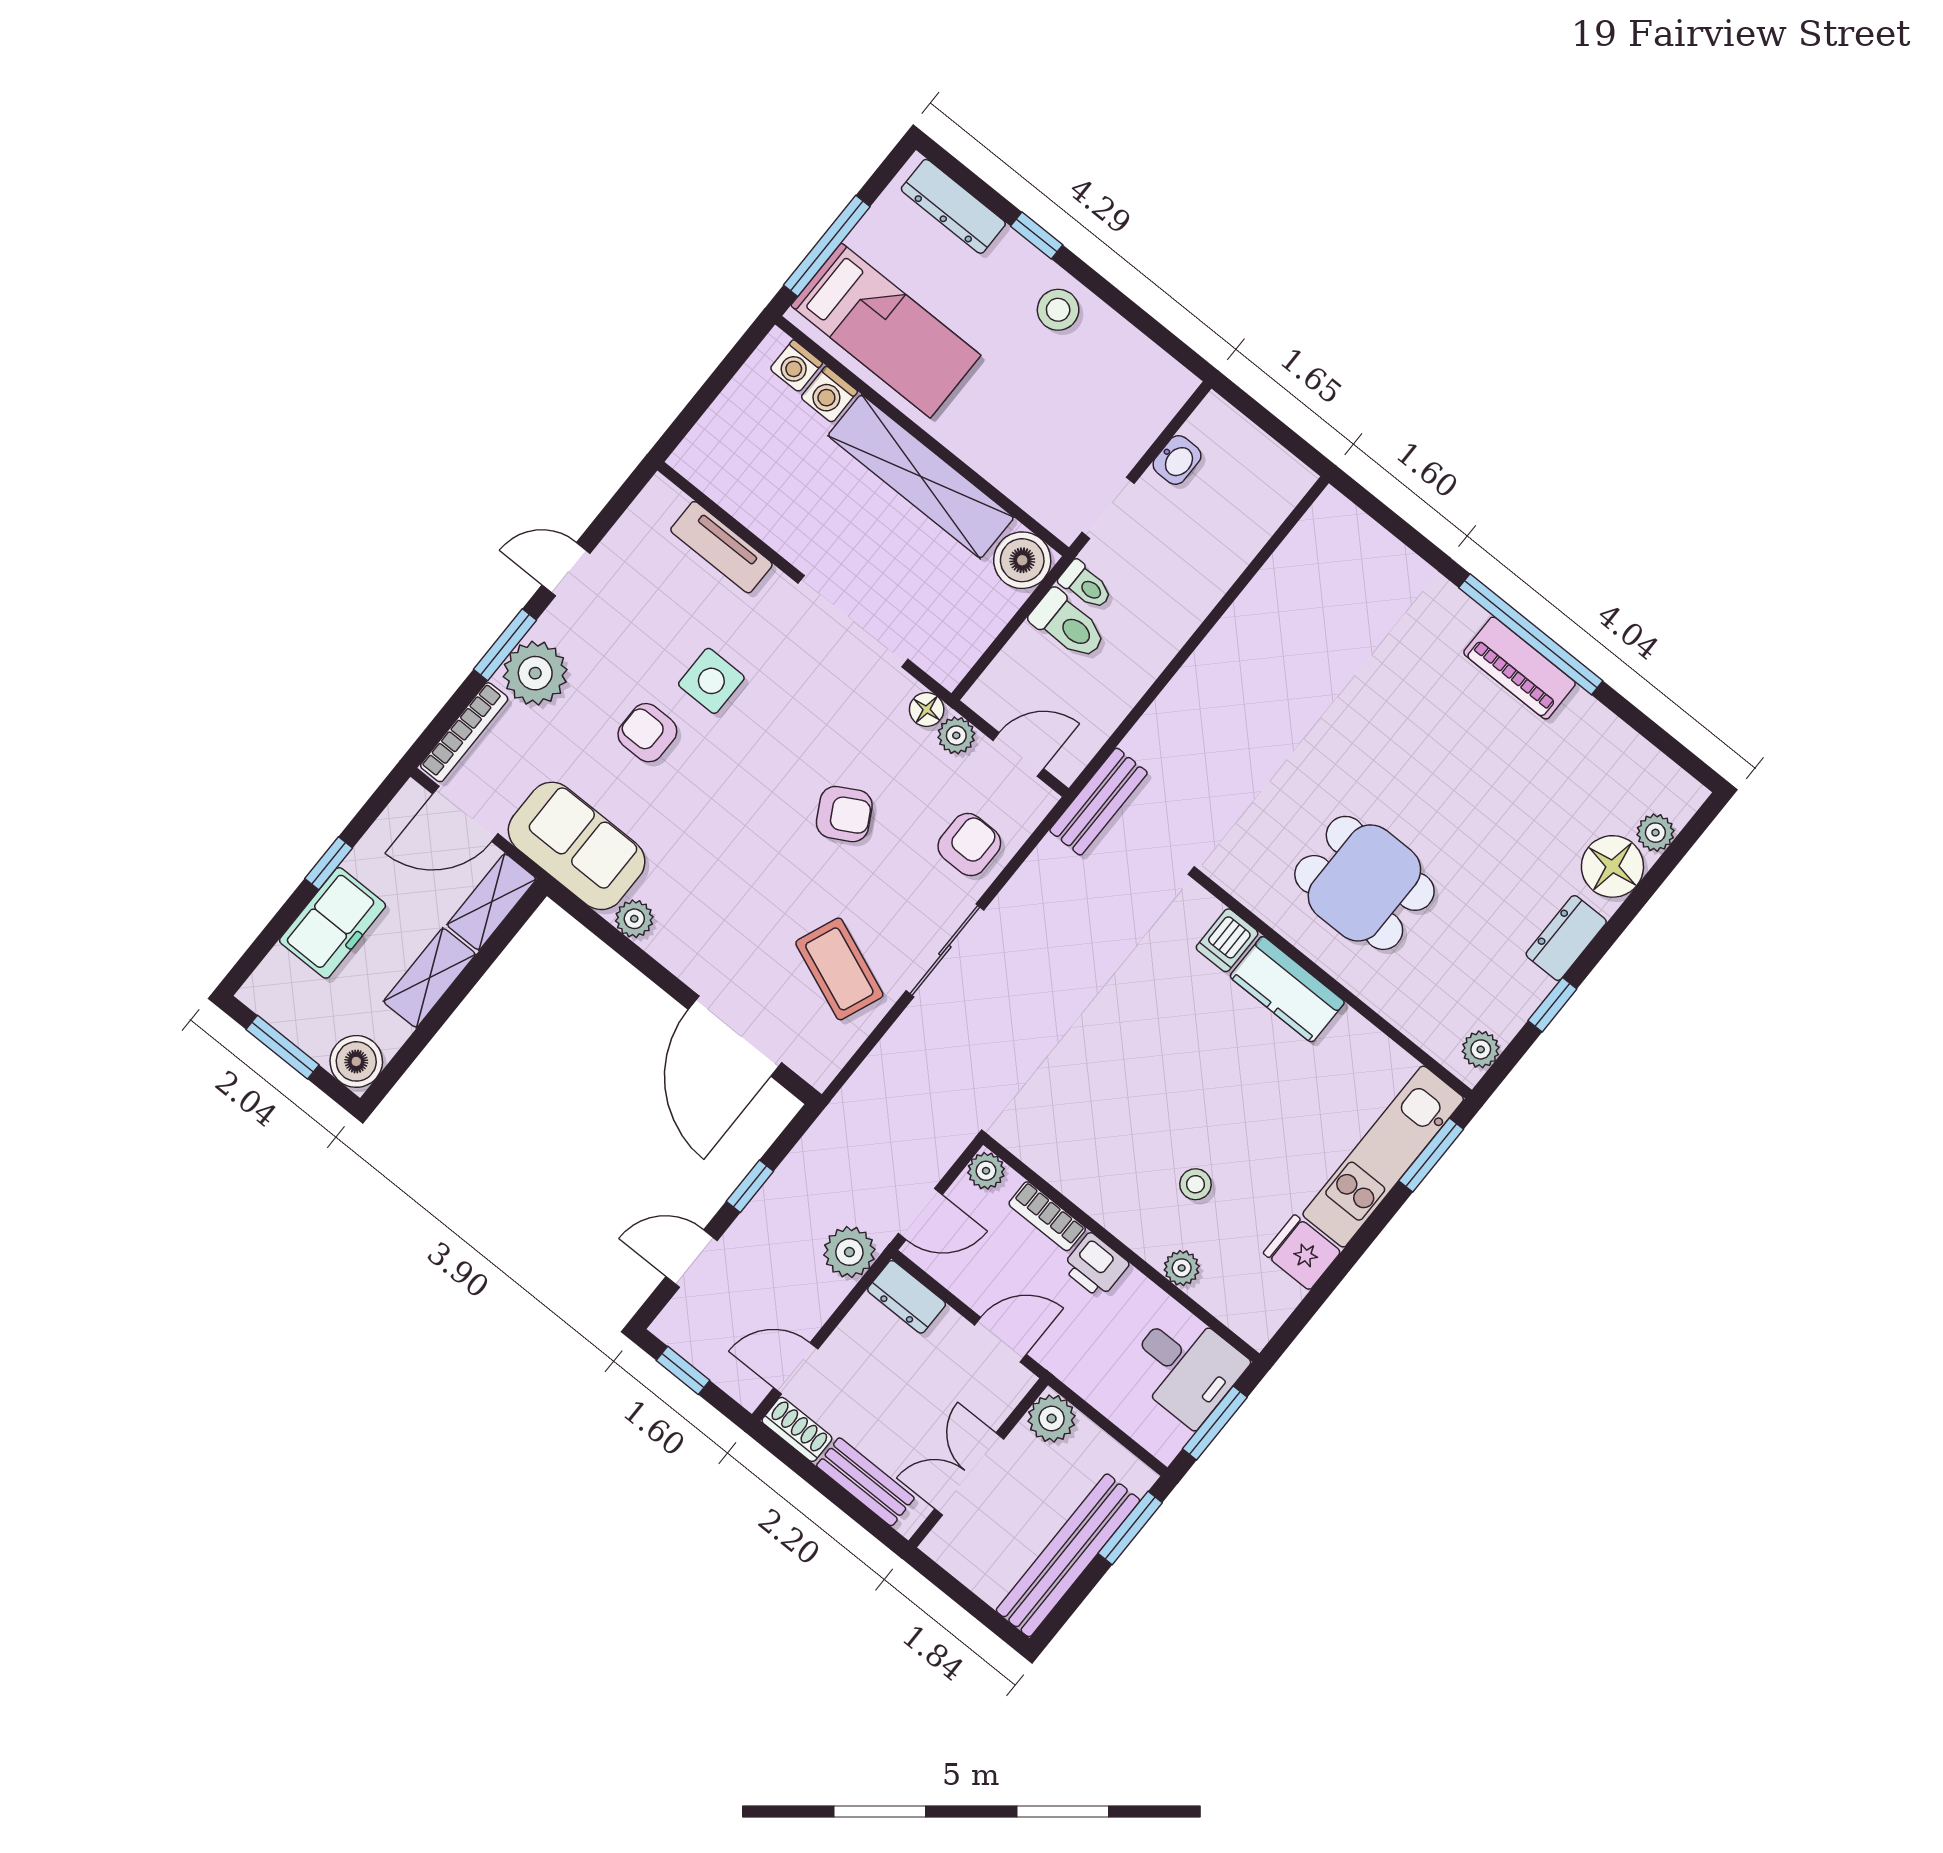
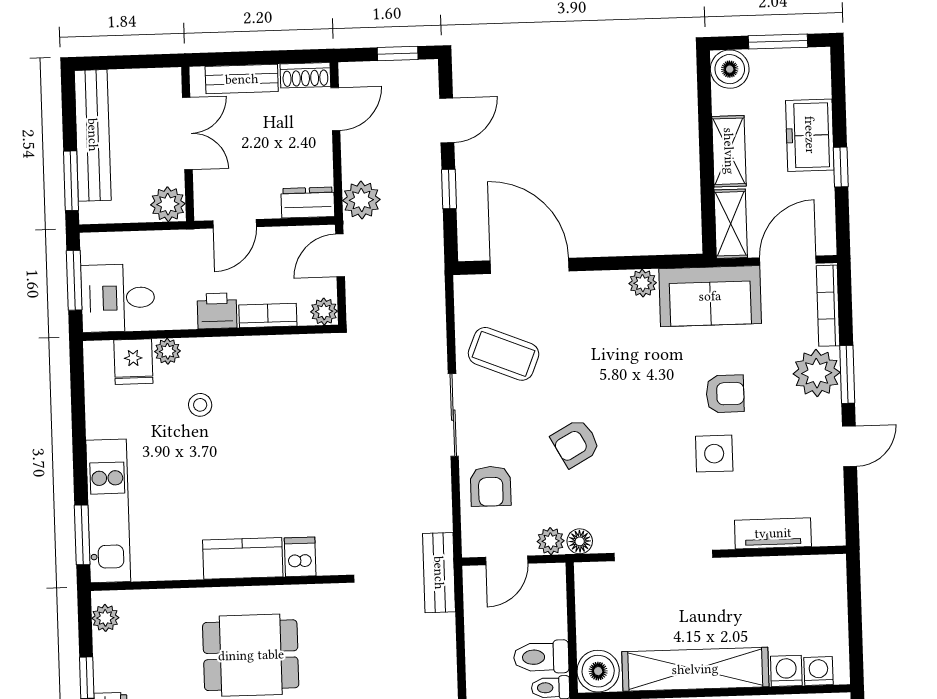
fridge: (1302, 1252) -> (133, 362), moved, turned 90

